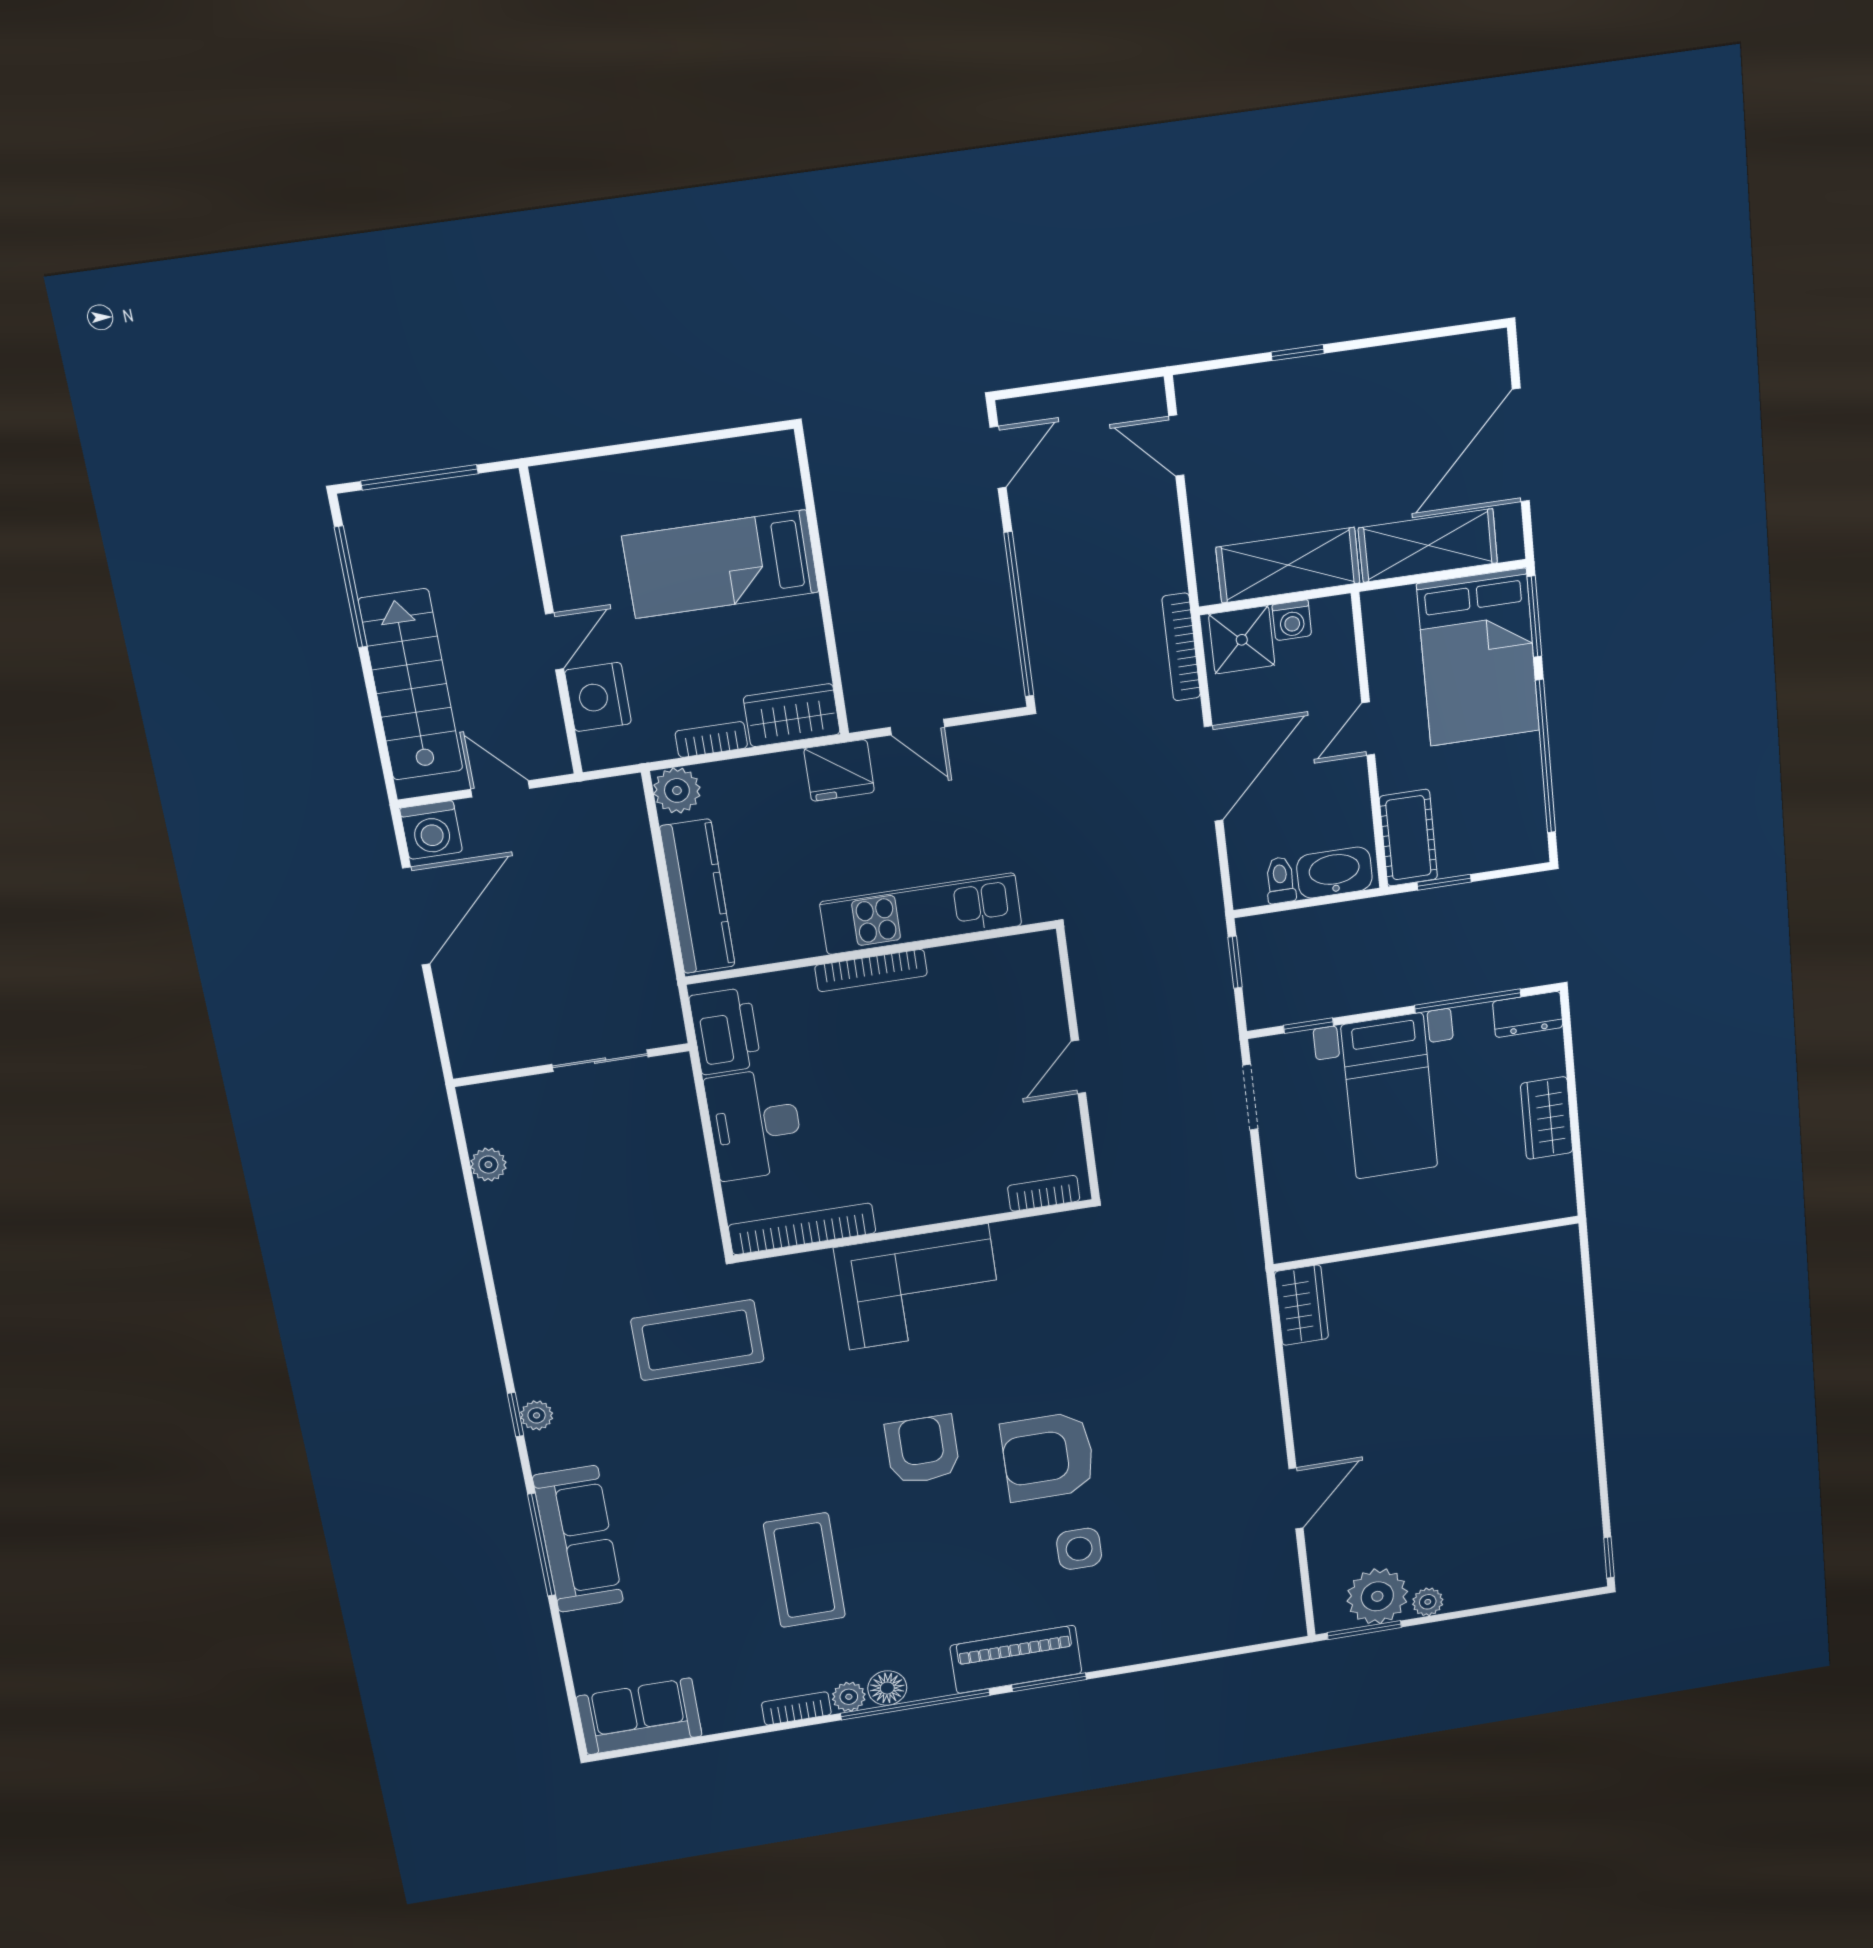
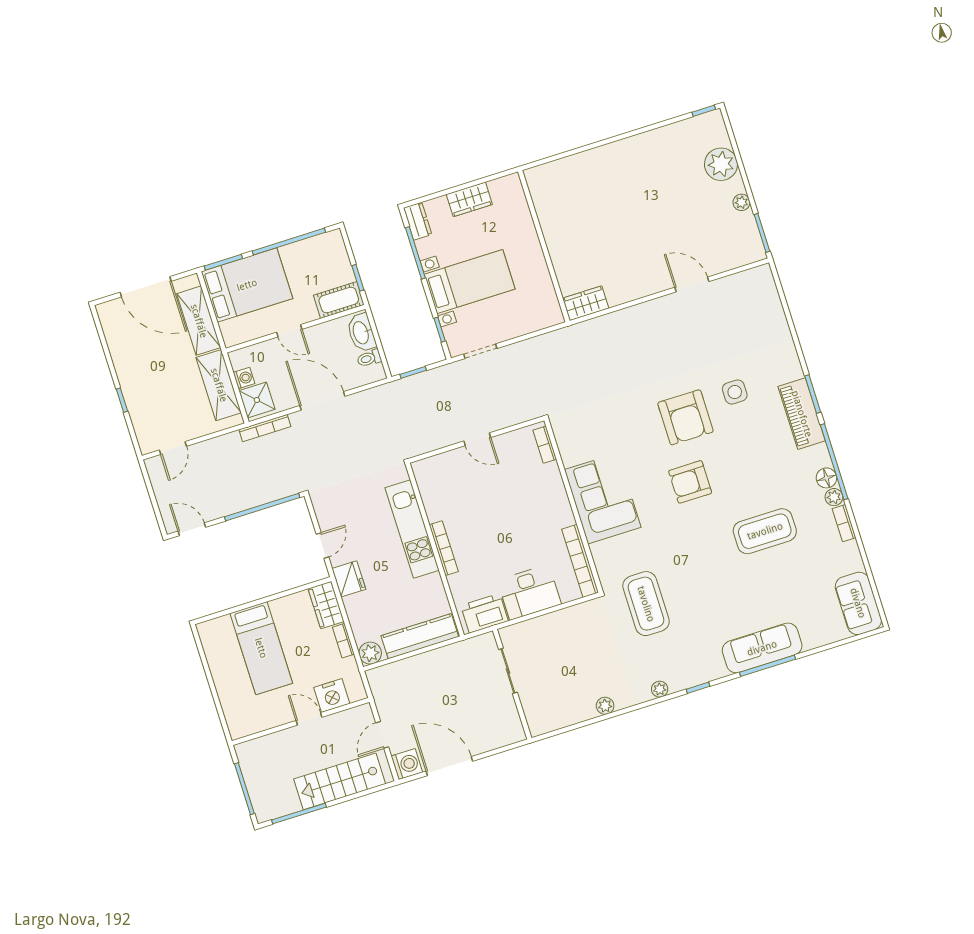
plant: (488, 1165) -> (605, 706), moved
plant: (537, 1415) -> (660, 689), moved
plant: (1377, 1596) -> (721, 164), moved

